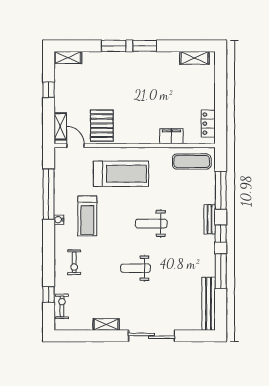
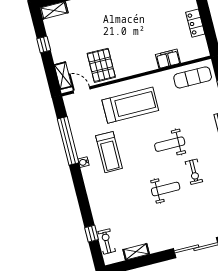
locker: (208, 124) -> (195, 23), moved
exercise bike: (74, 262) -> (194, 172), moved
weight bench: (136, 268) -> (166, 189), turned 180
shelving: (106, 324) -> (136, 252), moved

